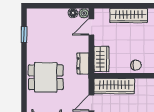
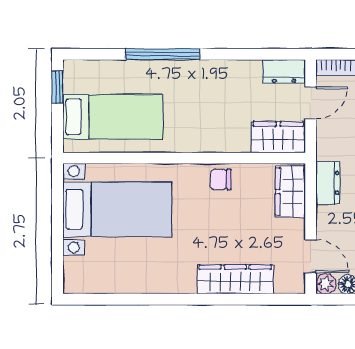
door: (91, 27) -> (311, 256), hinge flipped
wardrobe: (114, 86) -> (278, 137), width x0.67

